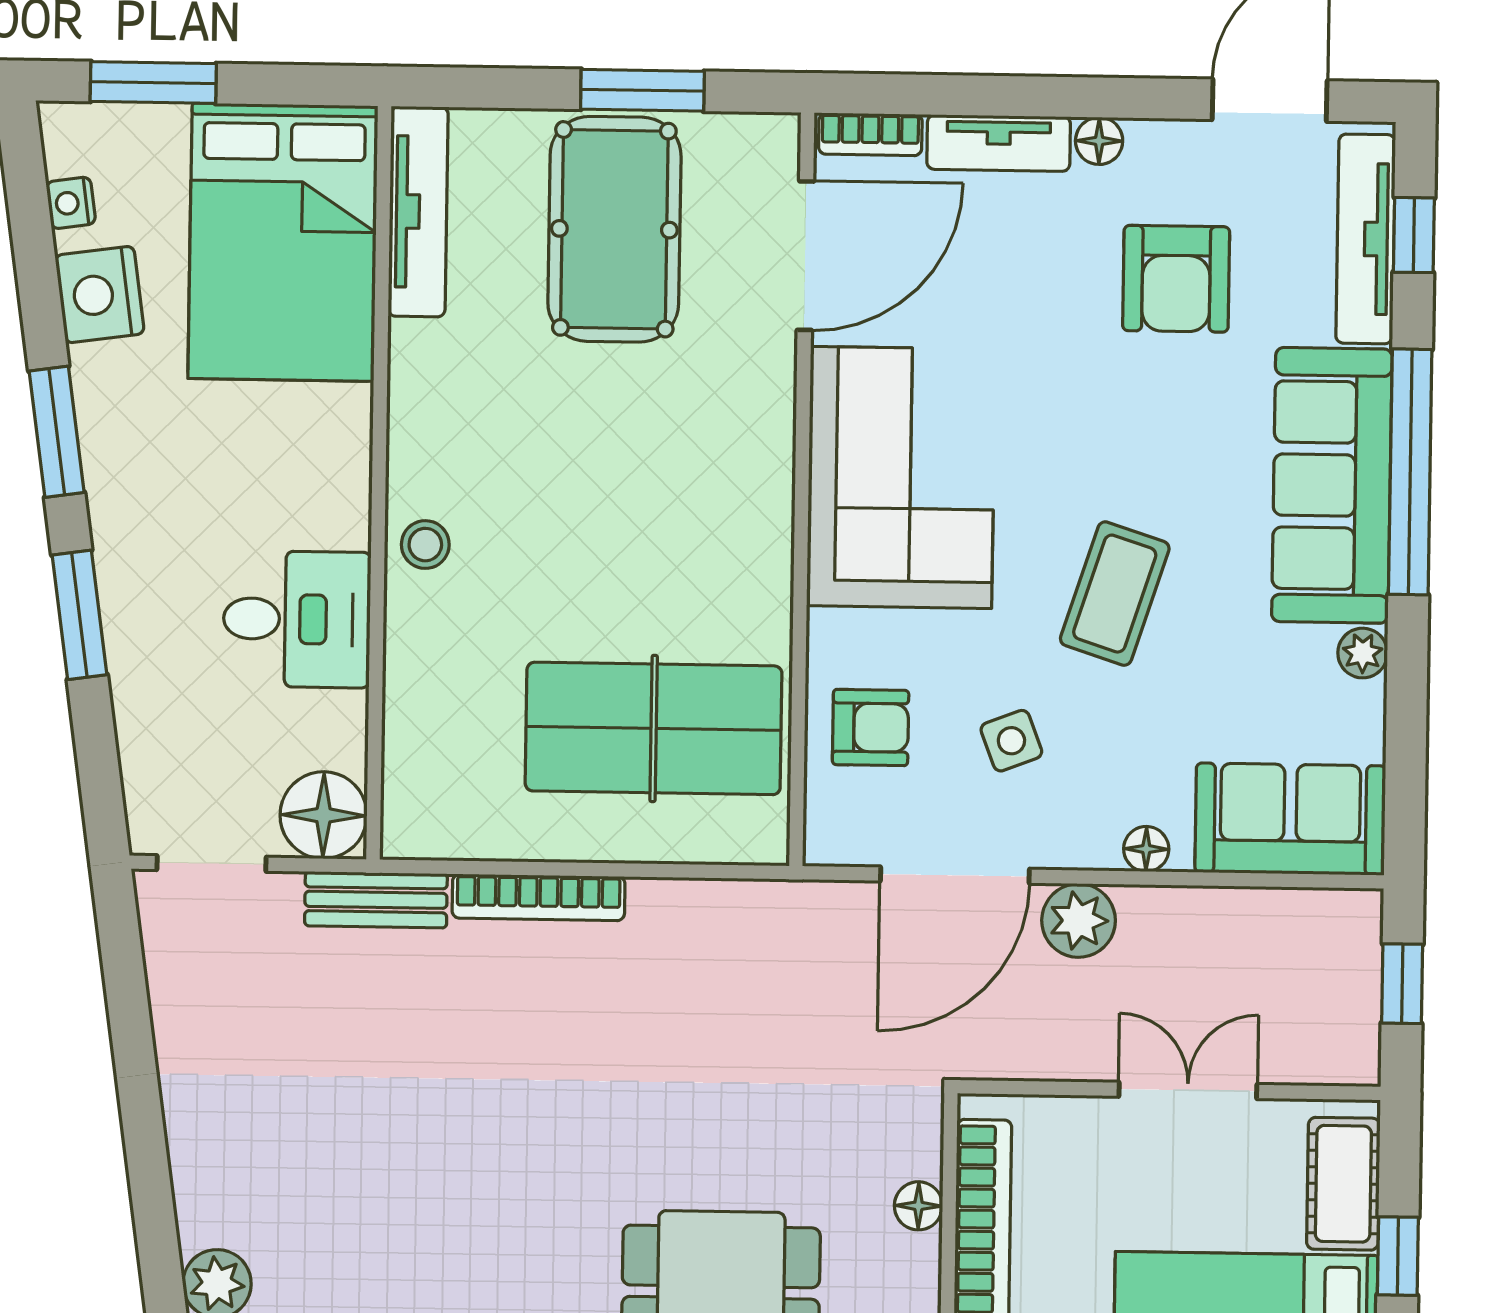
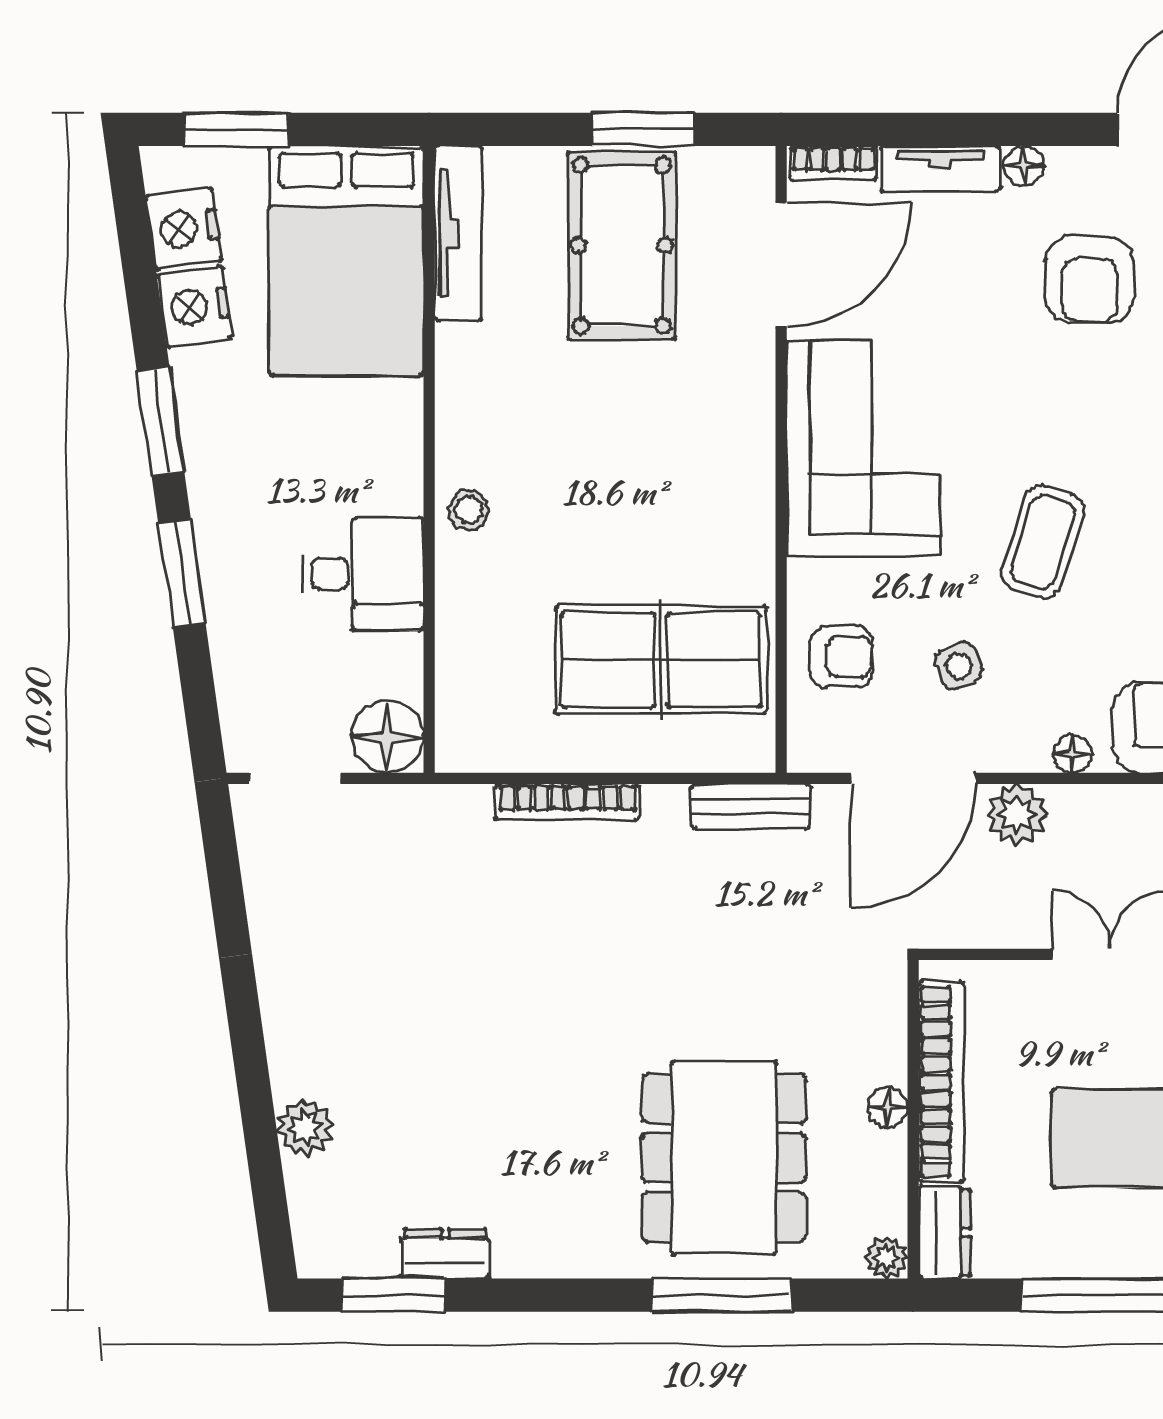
nightstand: (71, 203) -> (184, 229), width x1.89, depth x1.79
bench: (376, 900) -> (751, 806), moved
floor lamp: (918, 1206) -> (887, 1107), moved

